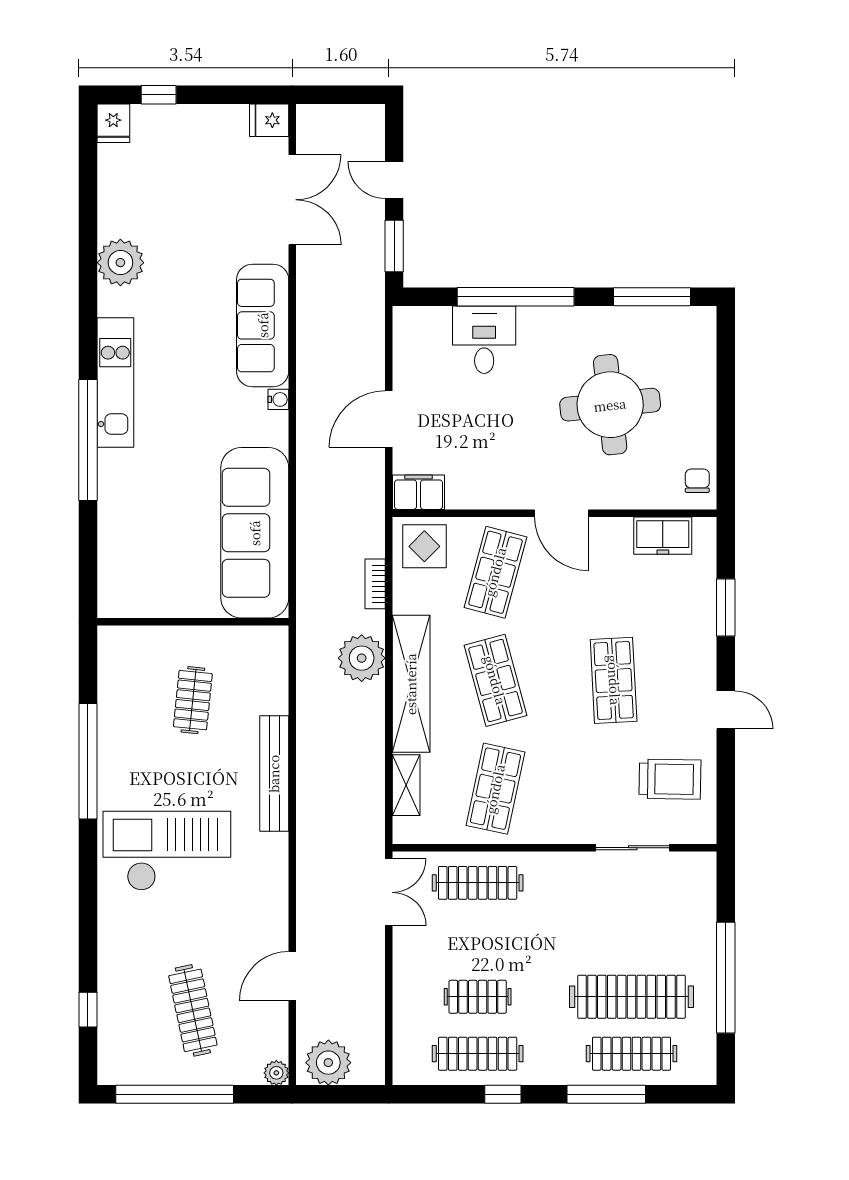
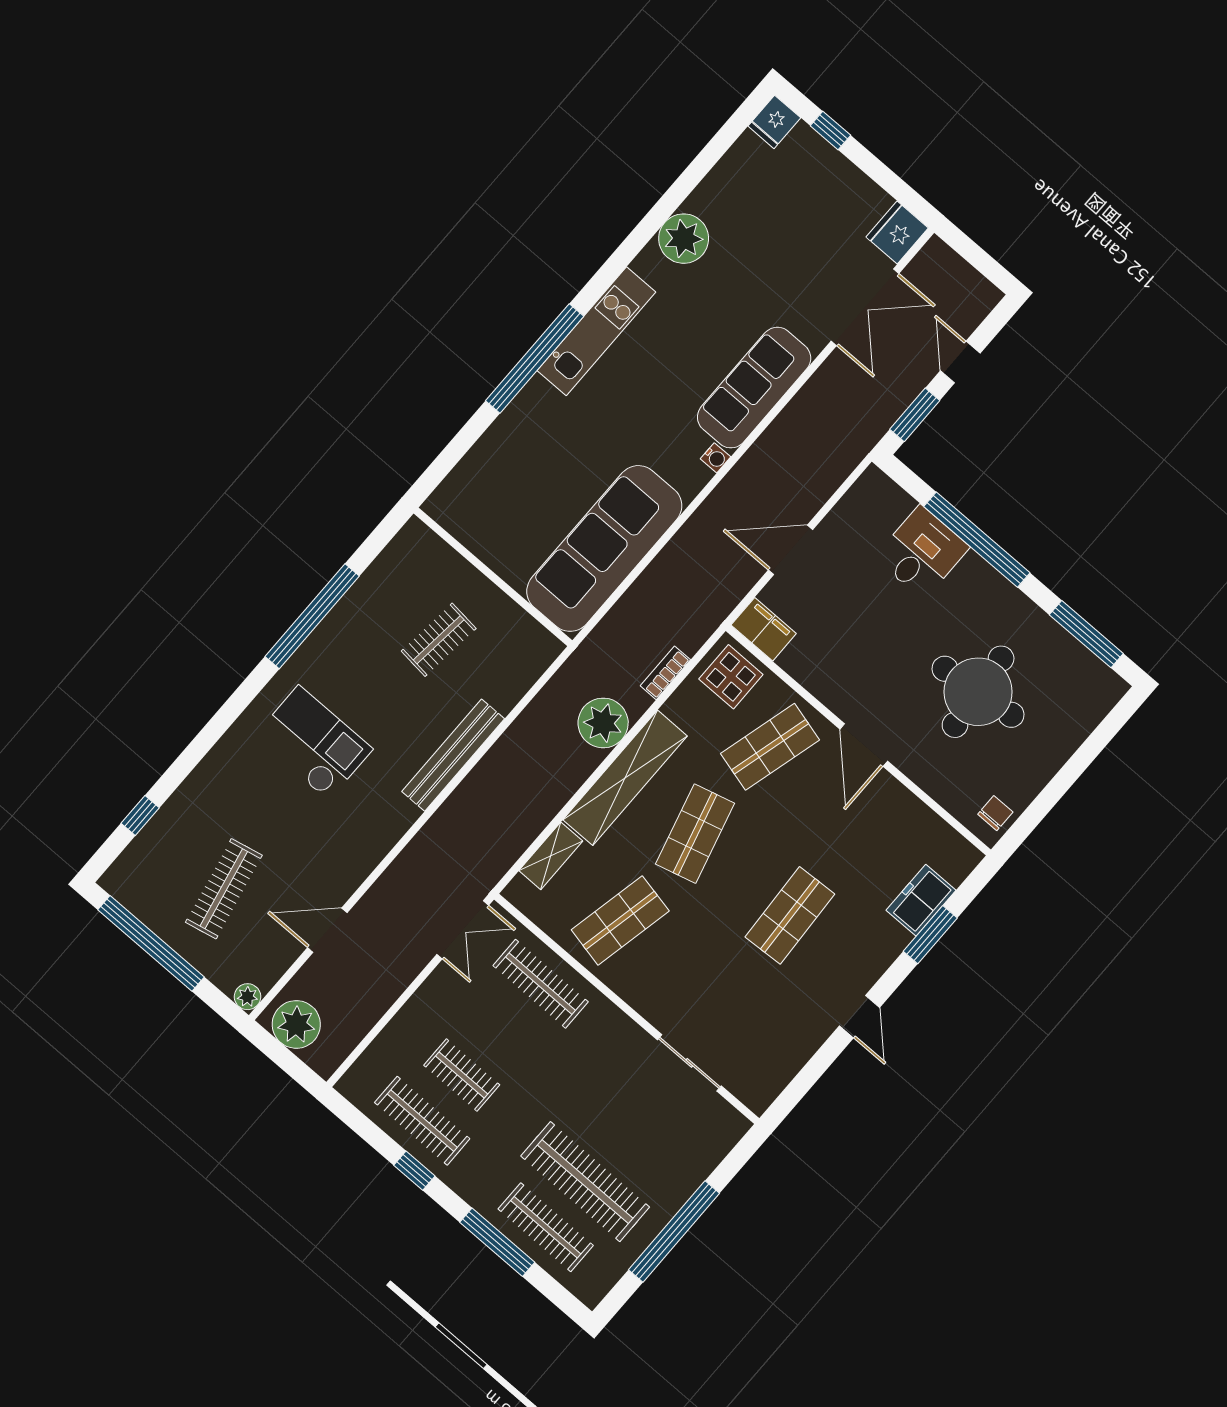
fridge: (269, 120) -> (897, 232), width x1.38
freezer: (663, 536) -> (921, 900), moved, turned 90
trolley: (670, 779) -> (767, 1034), removed
checkout: (167, 851) -> (313, 743), width x0.73, depth x0.83

